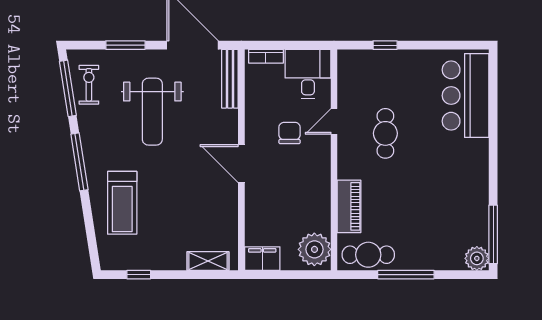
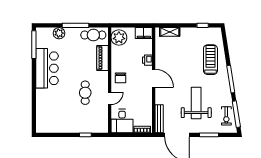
bar counter: (466, 96) -> (47, 68), moved
chair: (290, 133) -> (121, 78), moved
printer: (255, 202) -> (147, 60), added
plant: (477, 258) -> (59, 33), moved

